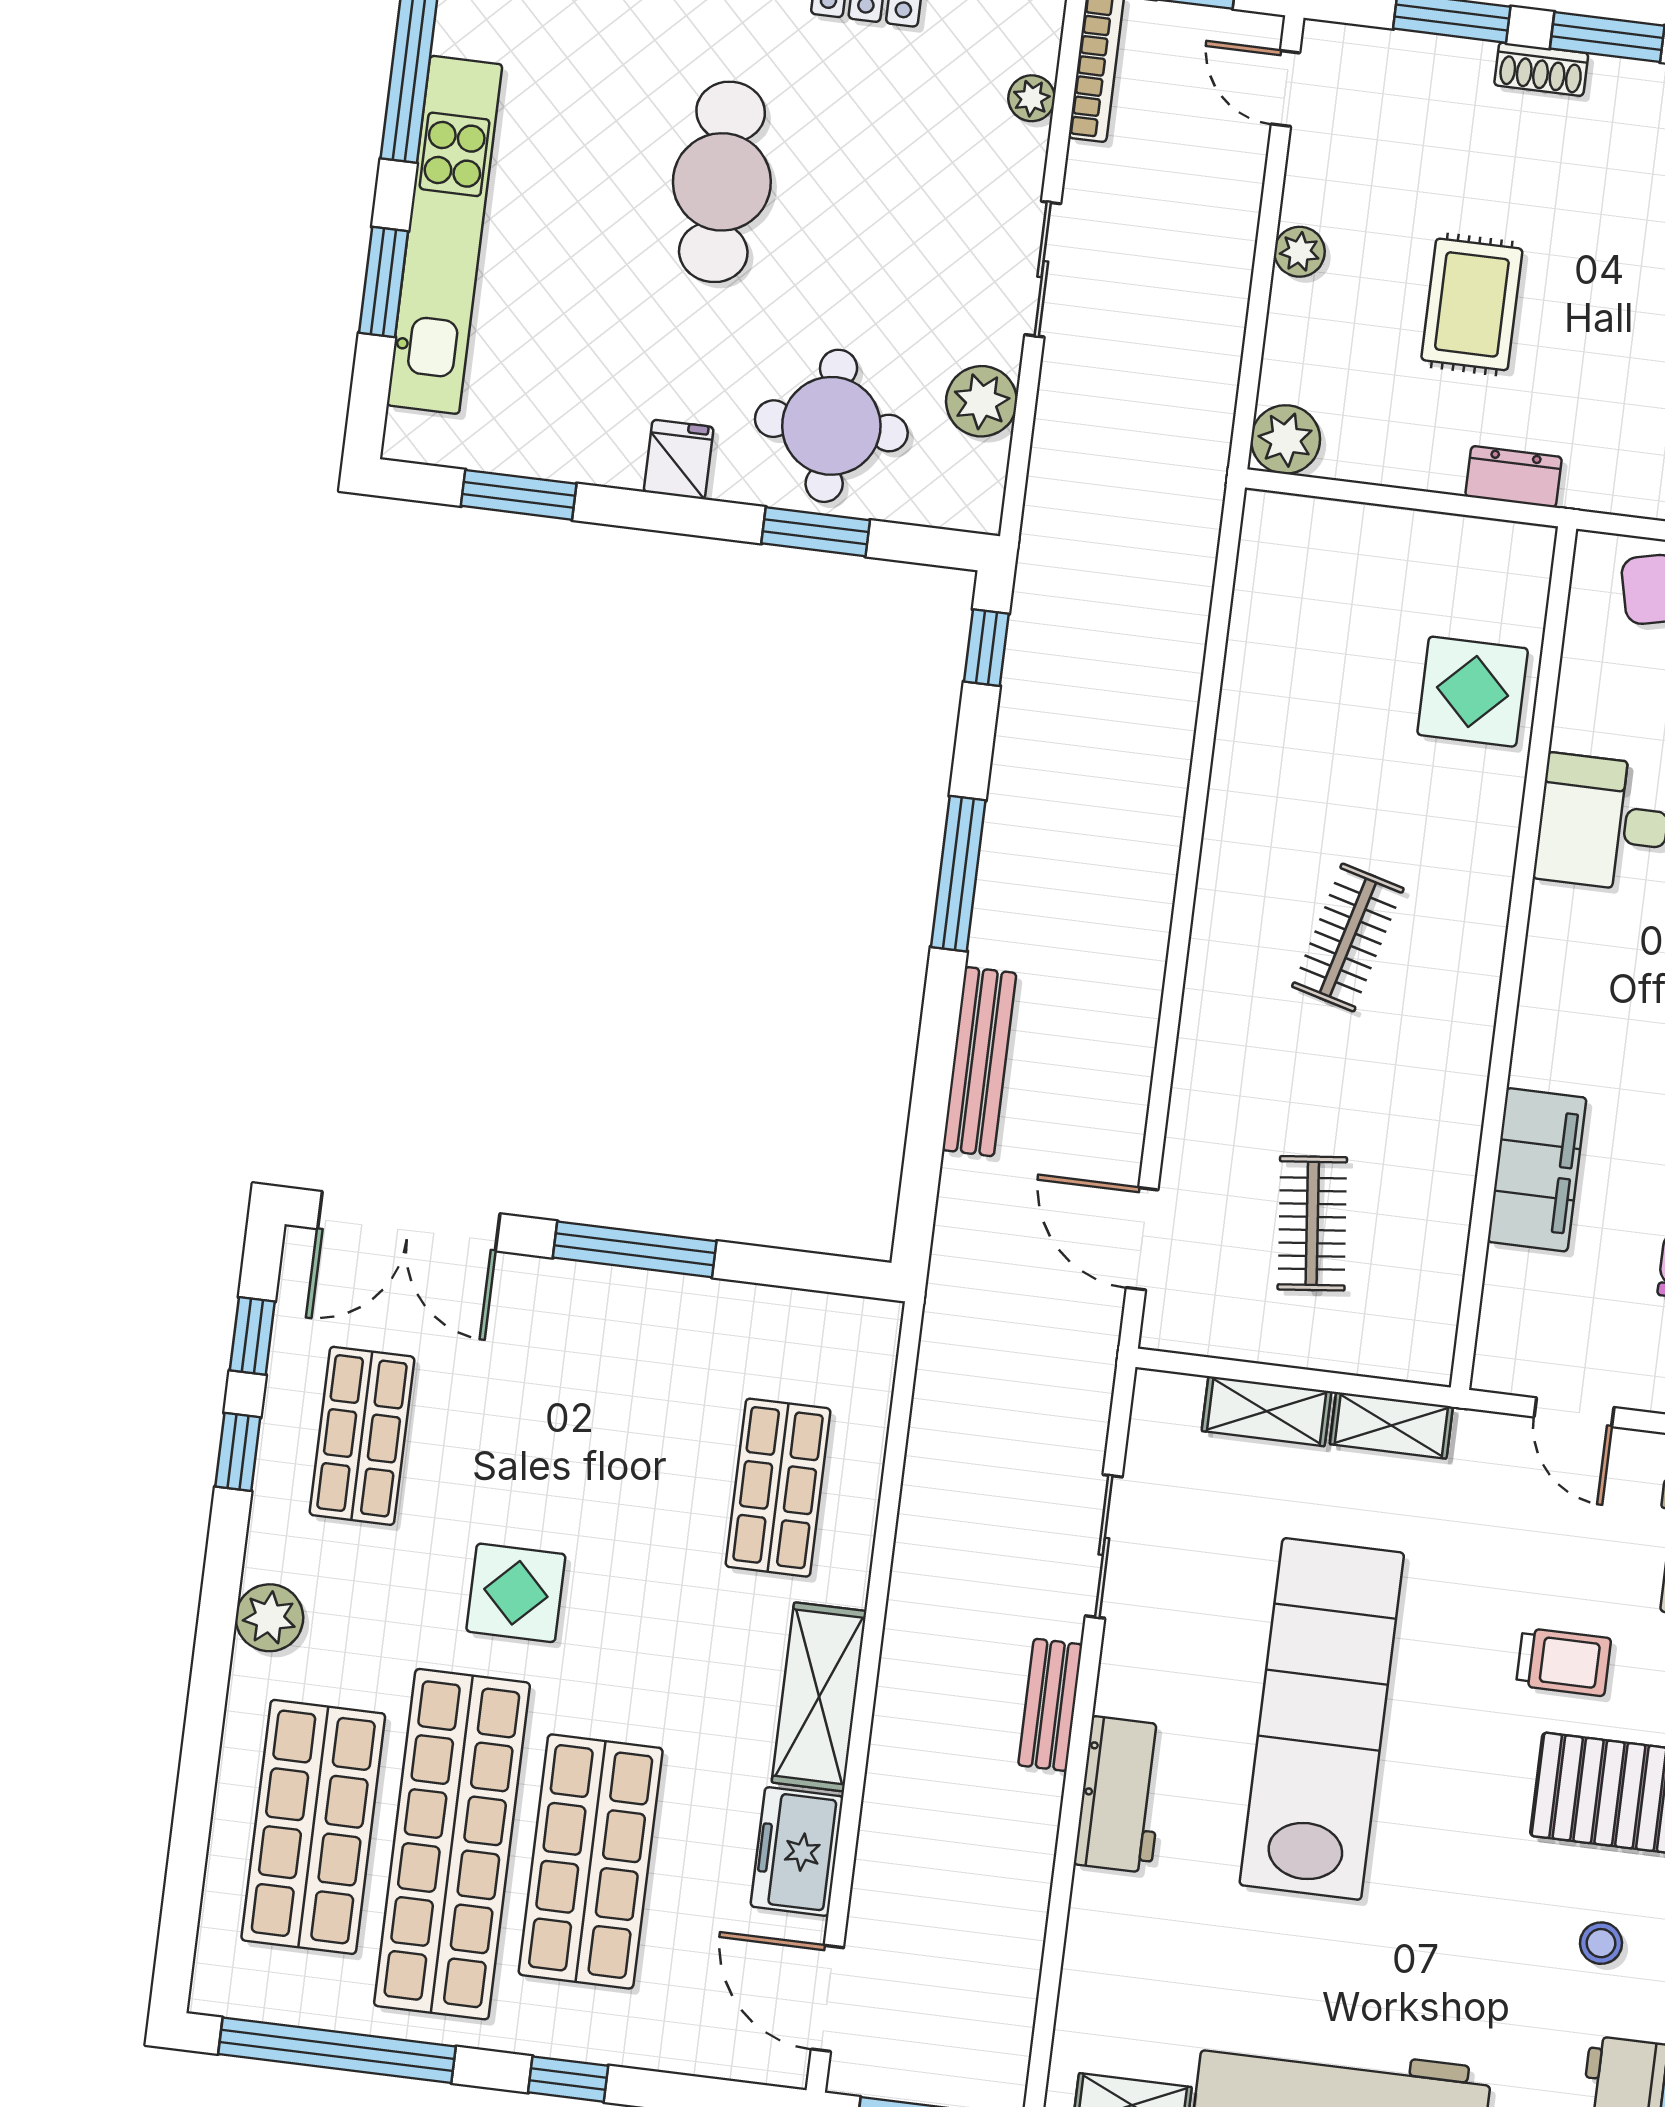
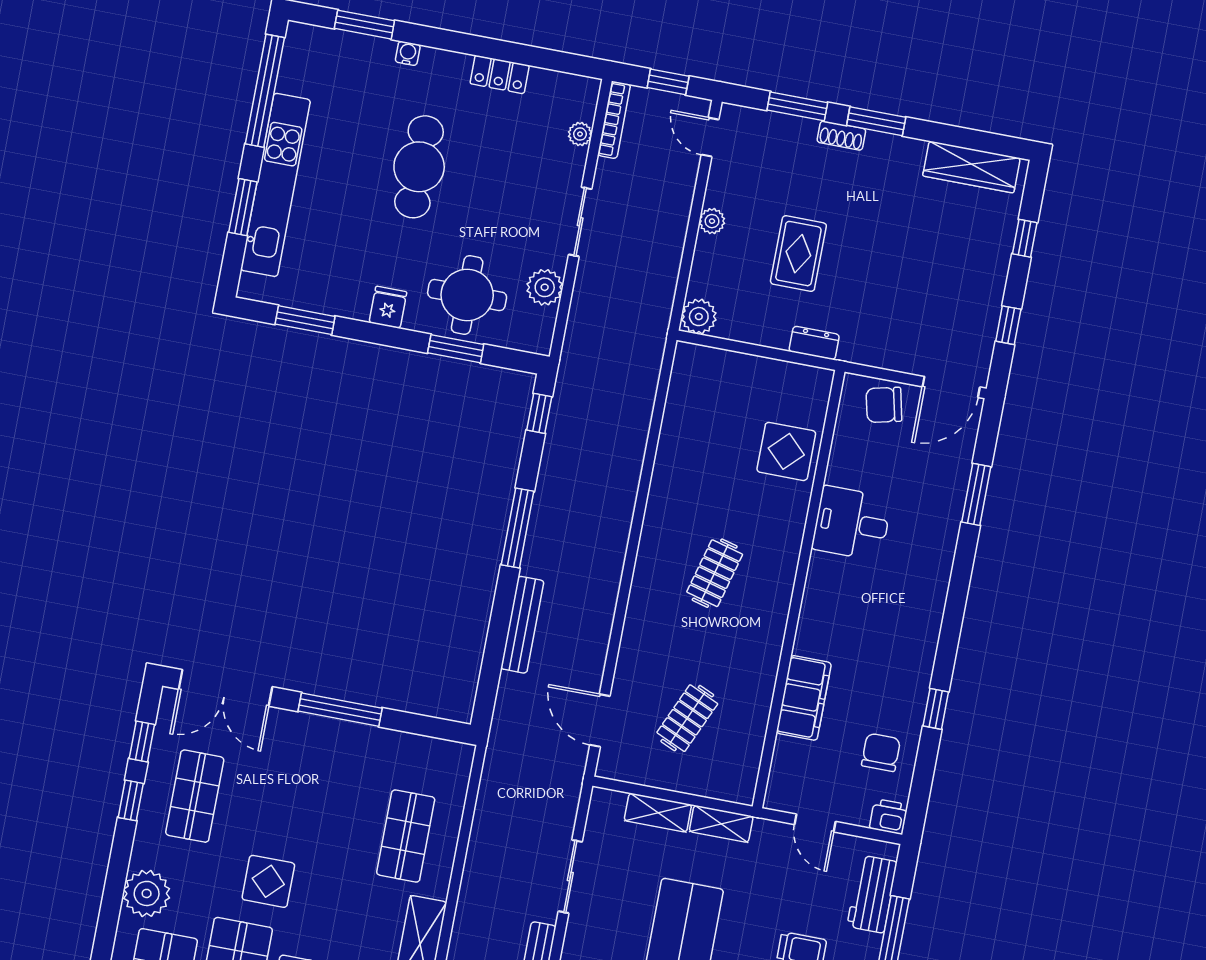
clothes rail: (1312, 1223) -> (687, 718), turned 30
plant: (269, 1618) -> (147, 893), width x1.36, depth x1.36

